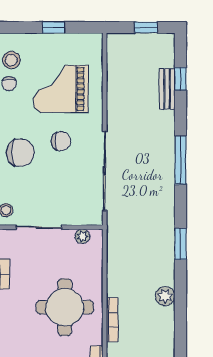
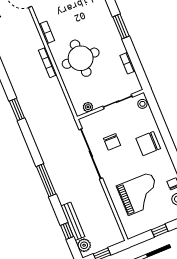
bench: (167, 89) -> (73, 221), width x1.36
chair: (61, 141) -> (112, 142), moved, turned -90
window: (180, 244) -> (17, 109), moved
plant: (165, 296) -> (84, 245), moved

